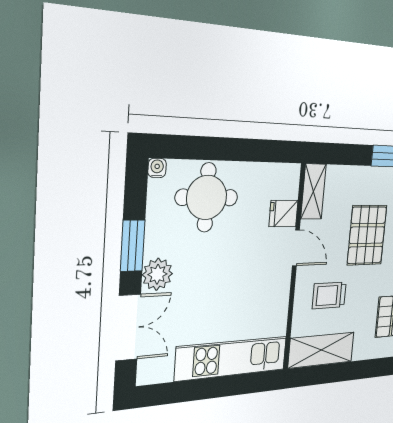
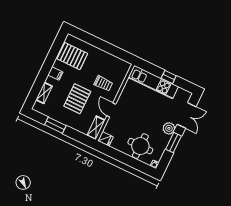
fridge: (283, 214) -> (105, 139), moved
double door: (128, 328) -> (187, 115), swing flipped
shelving: (321, 350) -> (115, 63), removed
window: (204, 389) -> (169, 77), added

